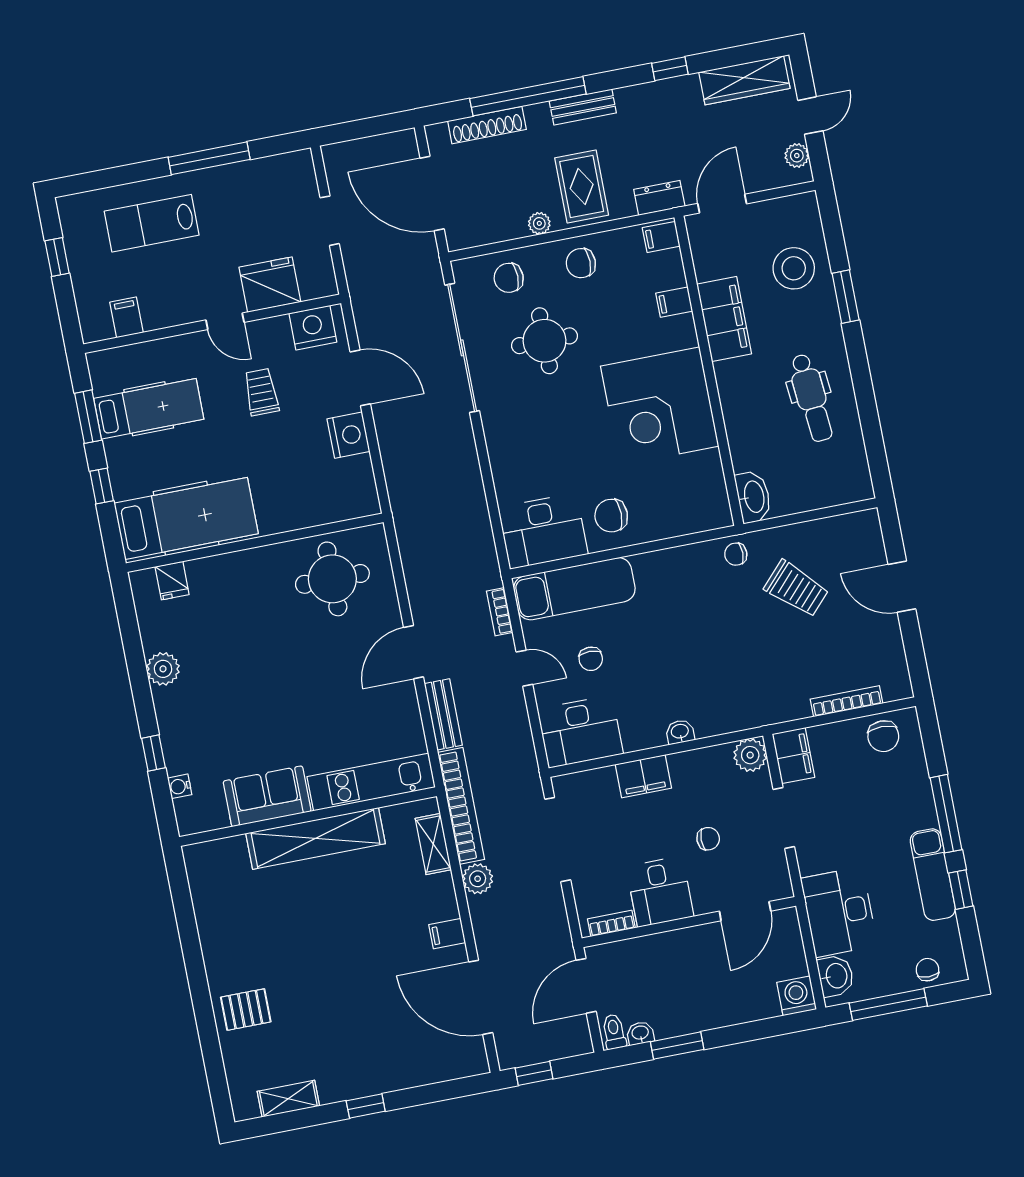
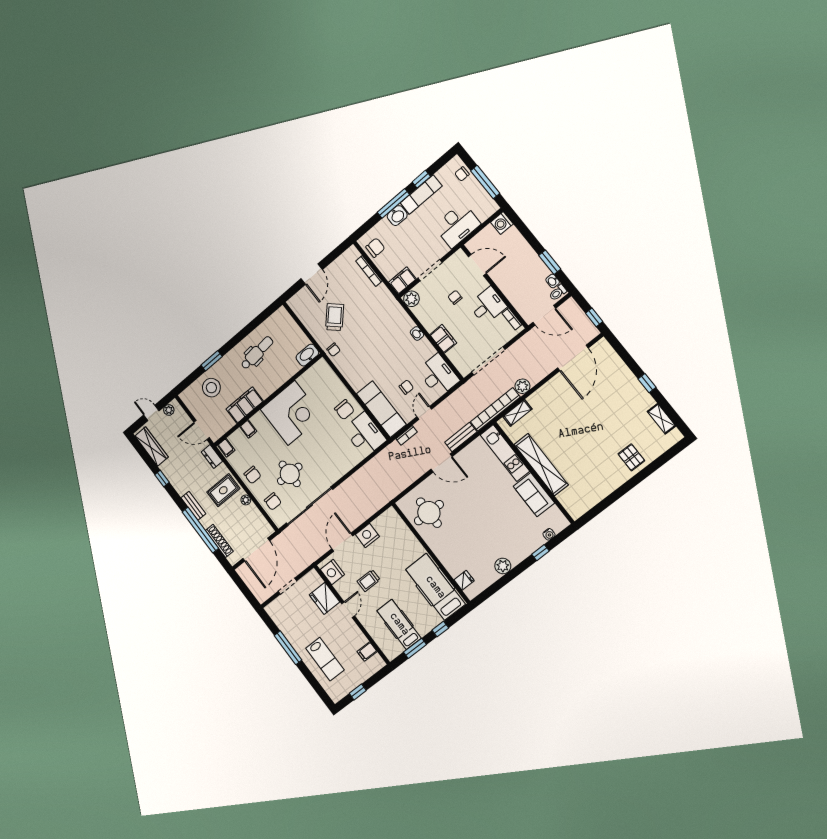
filing cabinet: (447, 934) -> (553, 387), removed
washbasin: (836, 976) -> (397, 216), moved, turned 180

